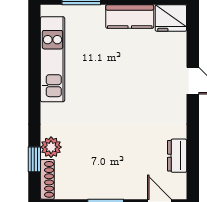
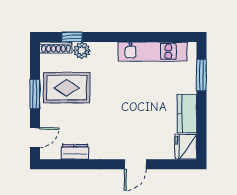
rug: (97, 166) -> (67, 88), added

